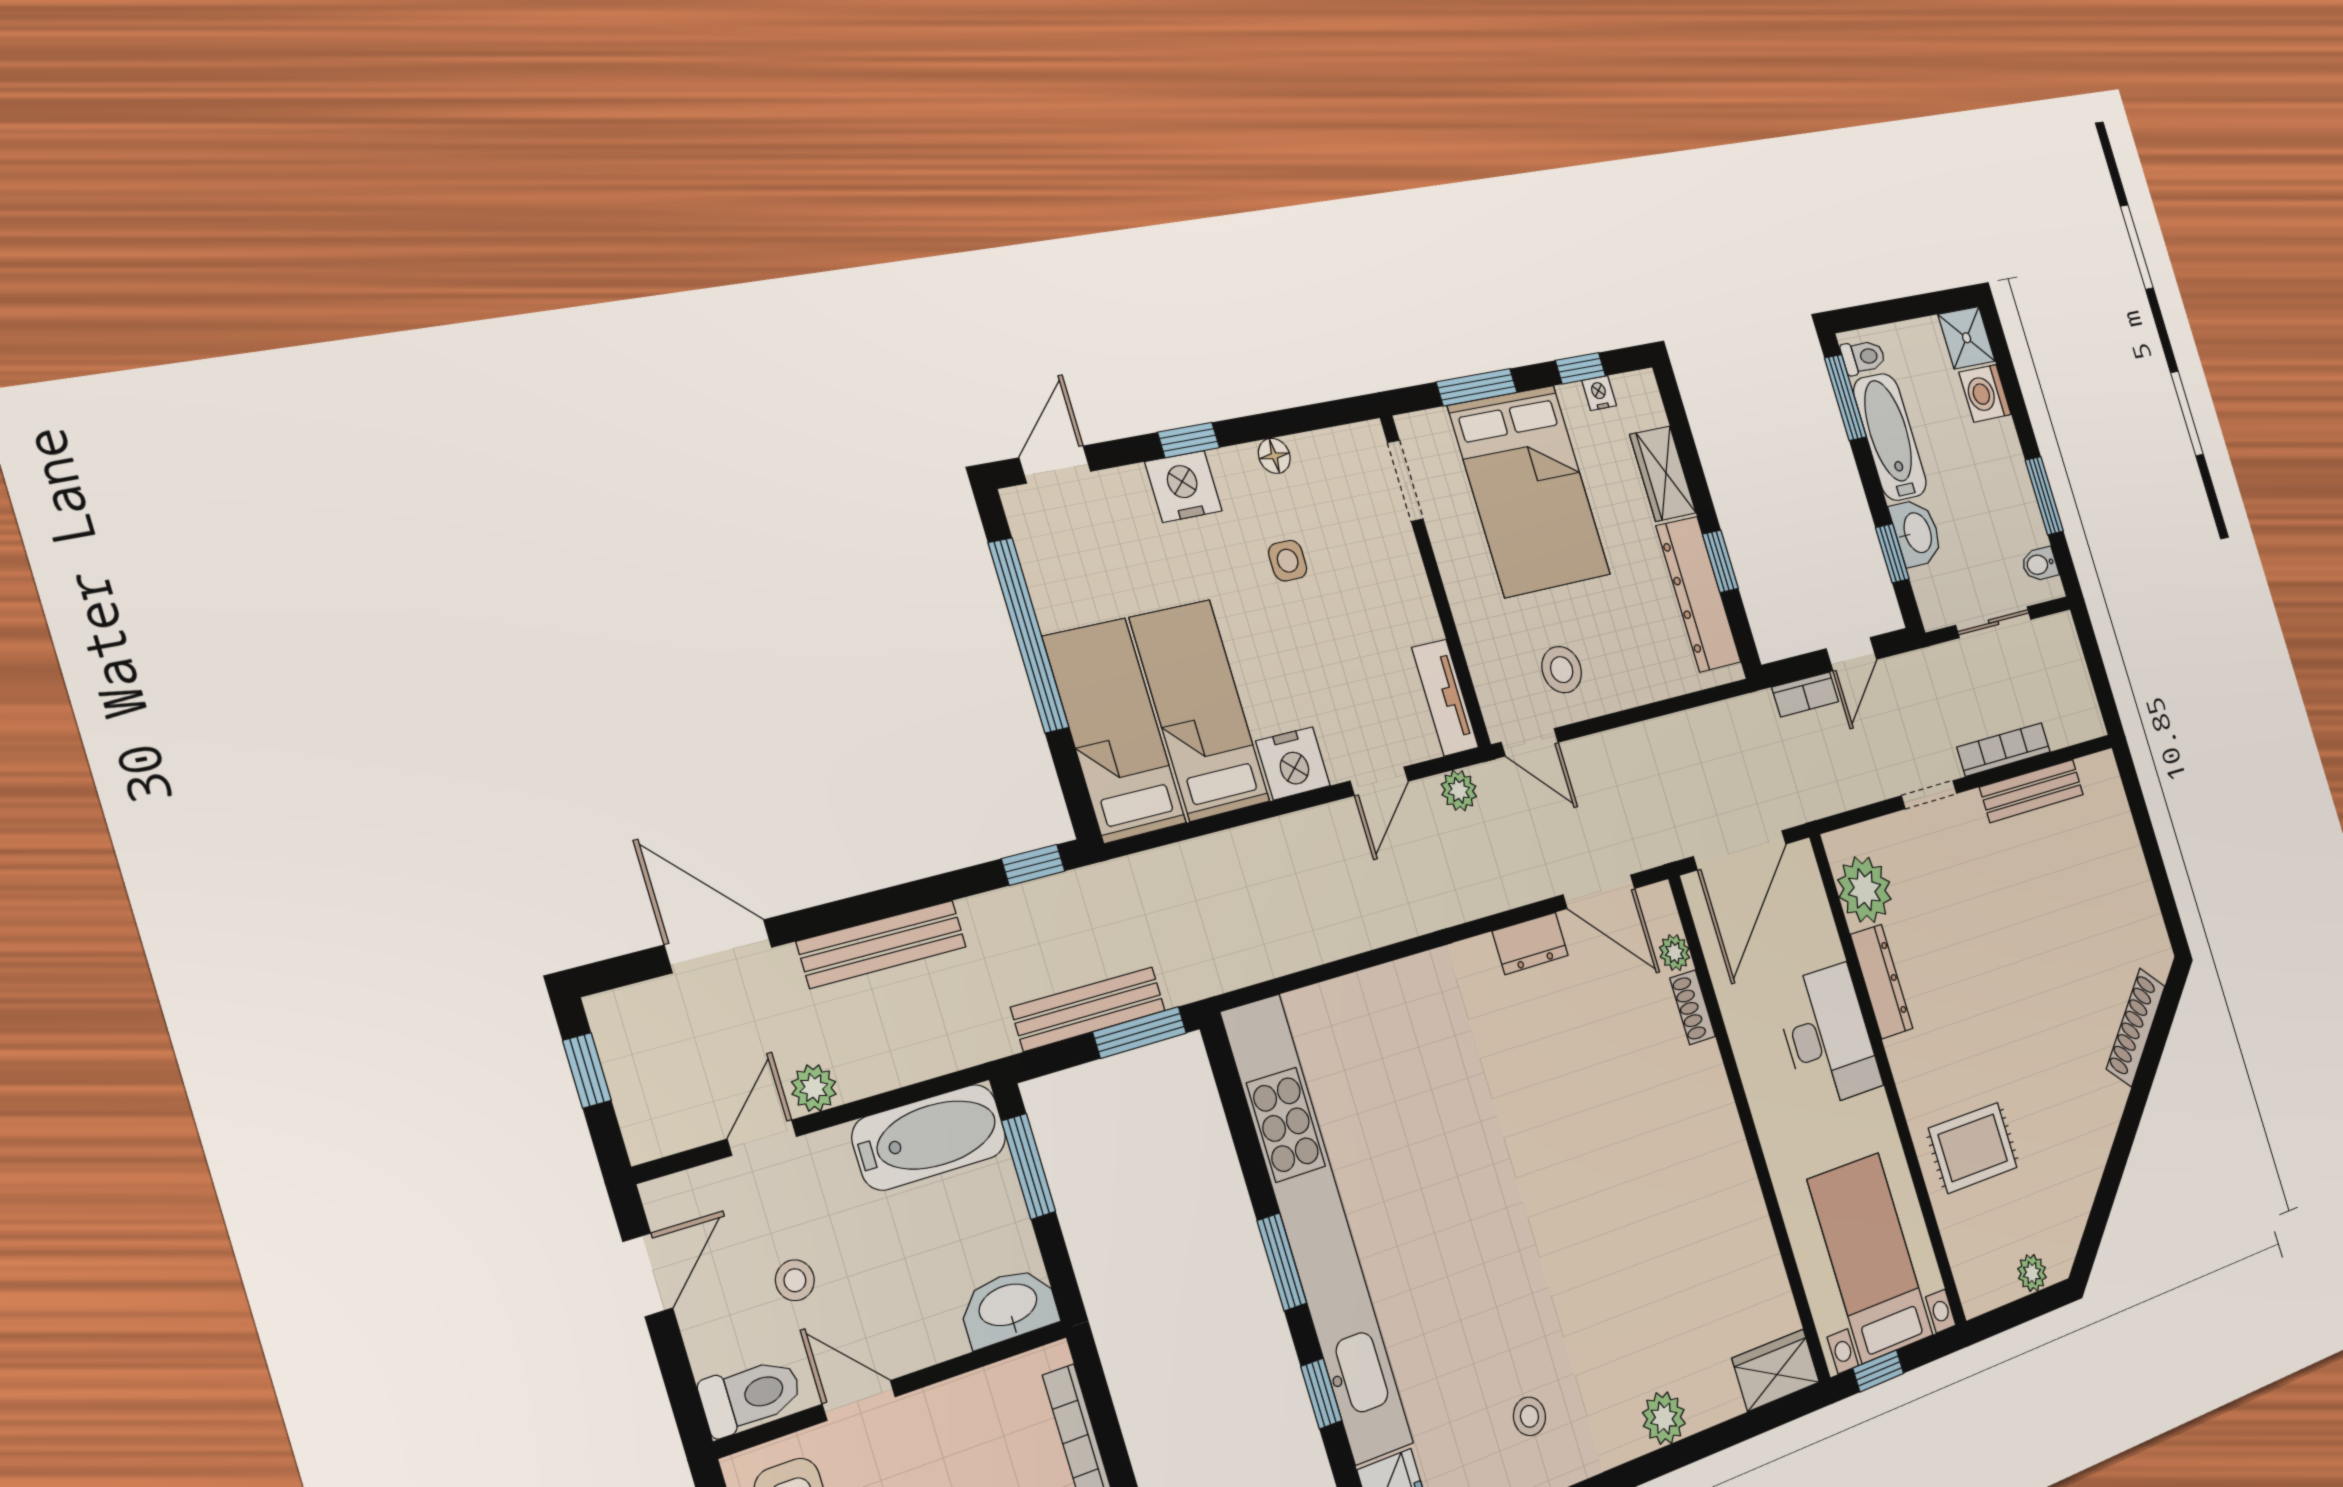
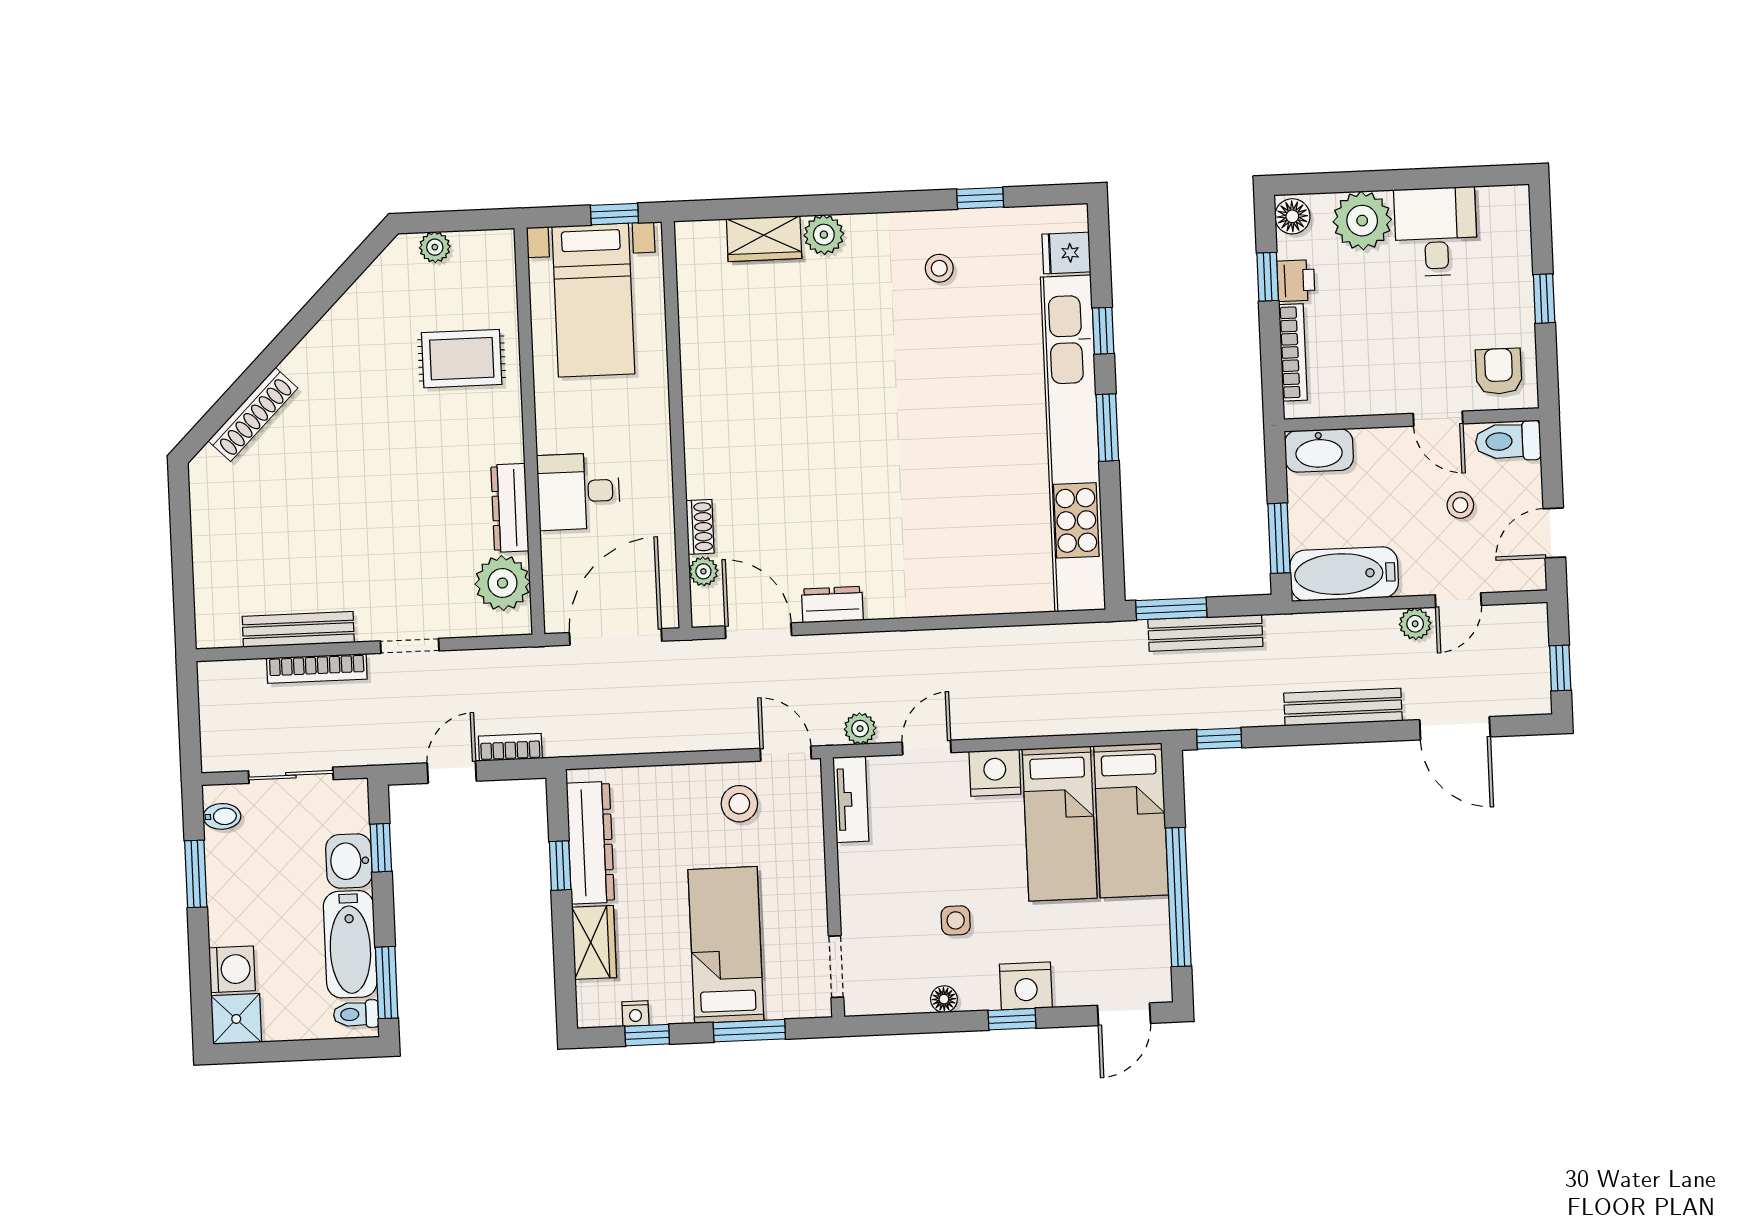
bed: (1529, 491) -> (726, 945), width x0.67
desk: (1828, 1036) -> (578, 491), width x0.73
wardrobe: (1776, 1370) -> (764, 239), moved

